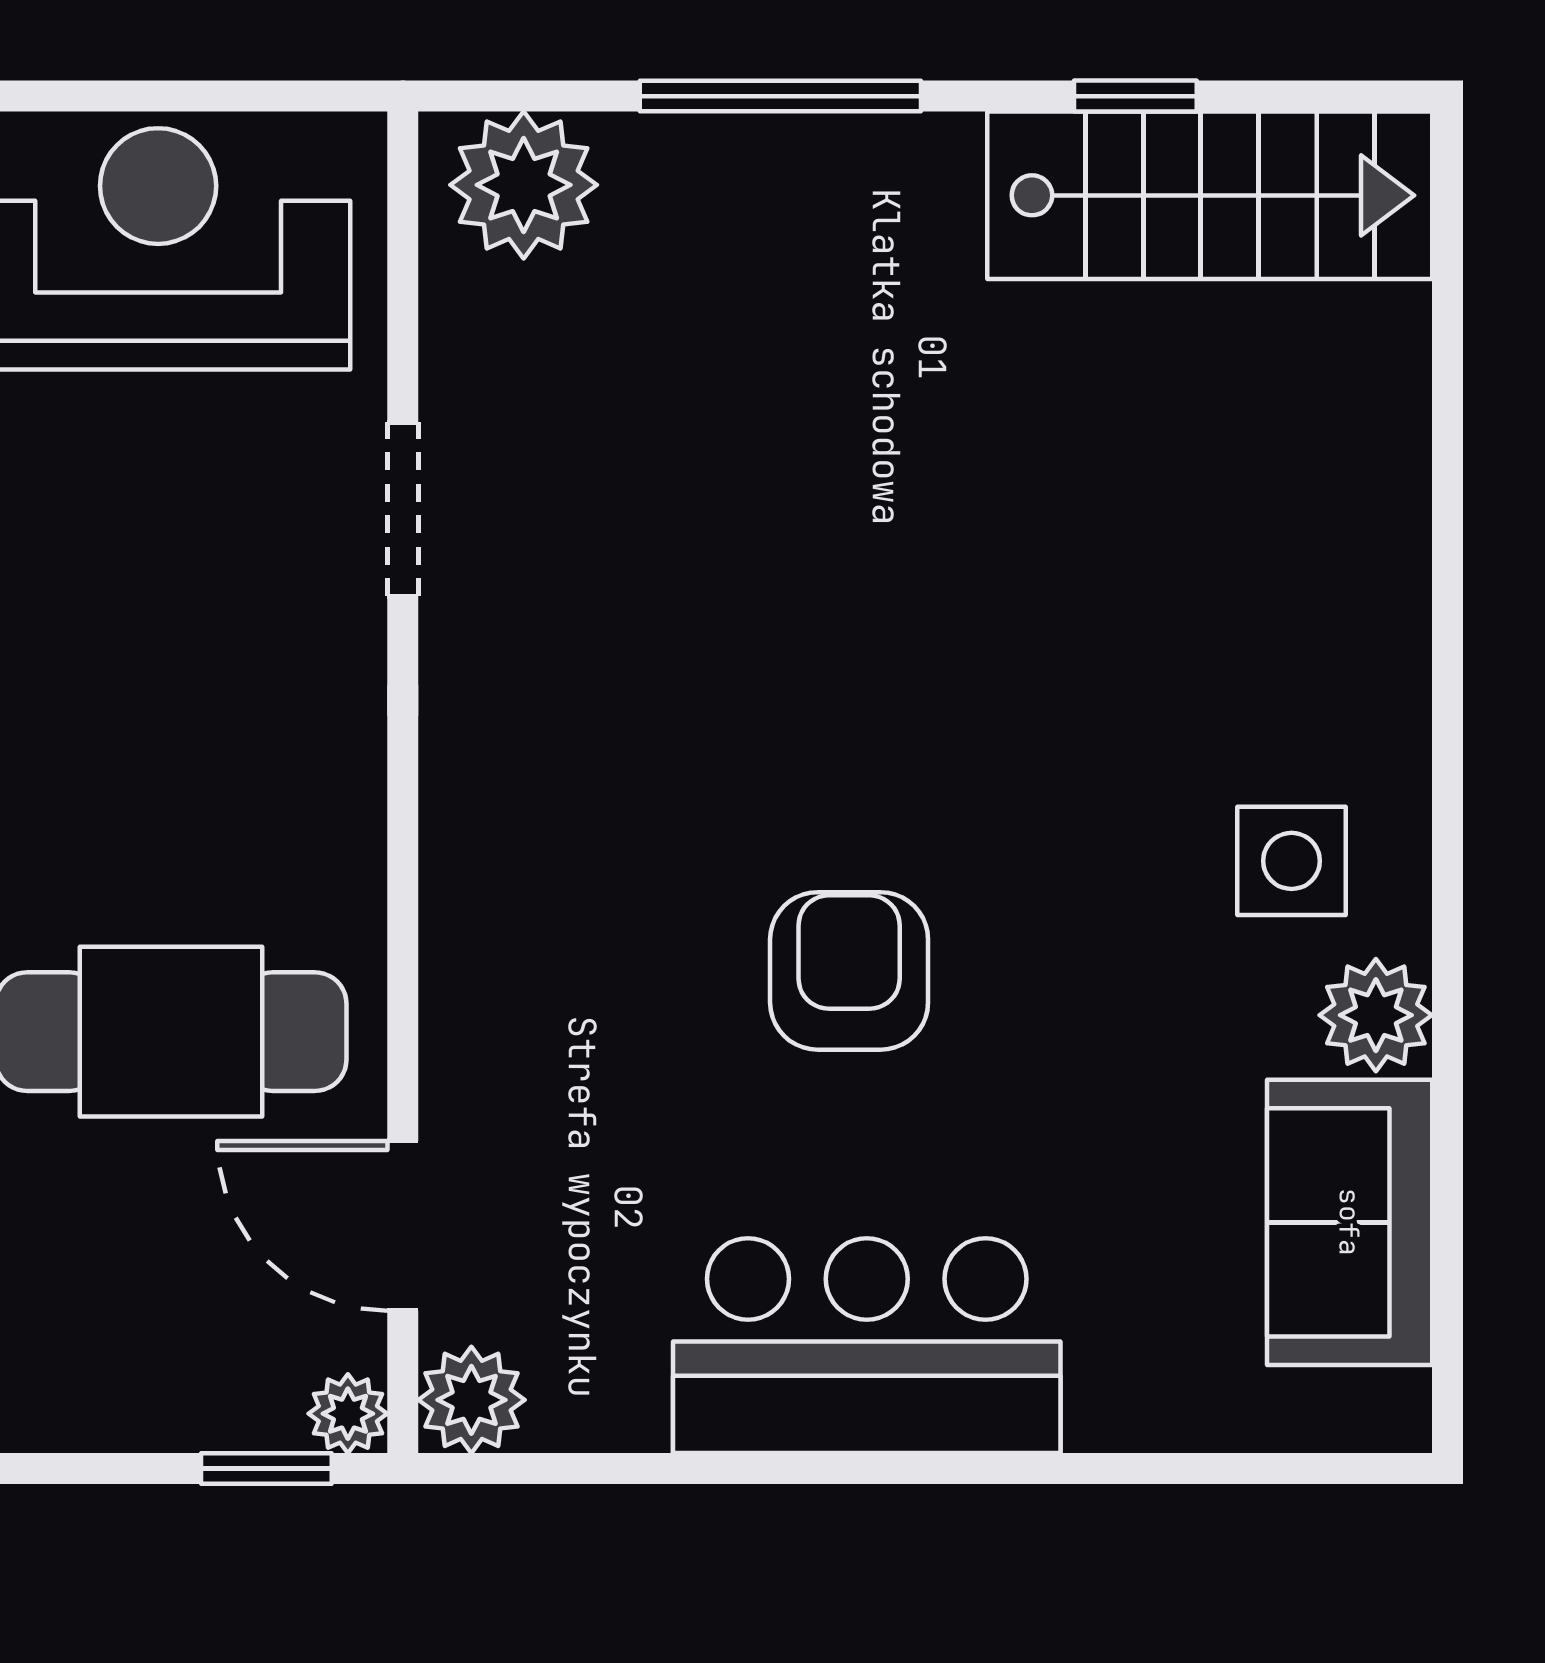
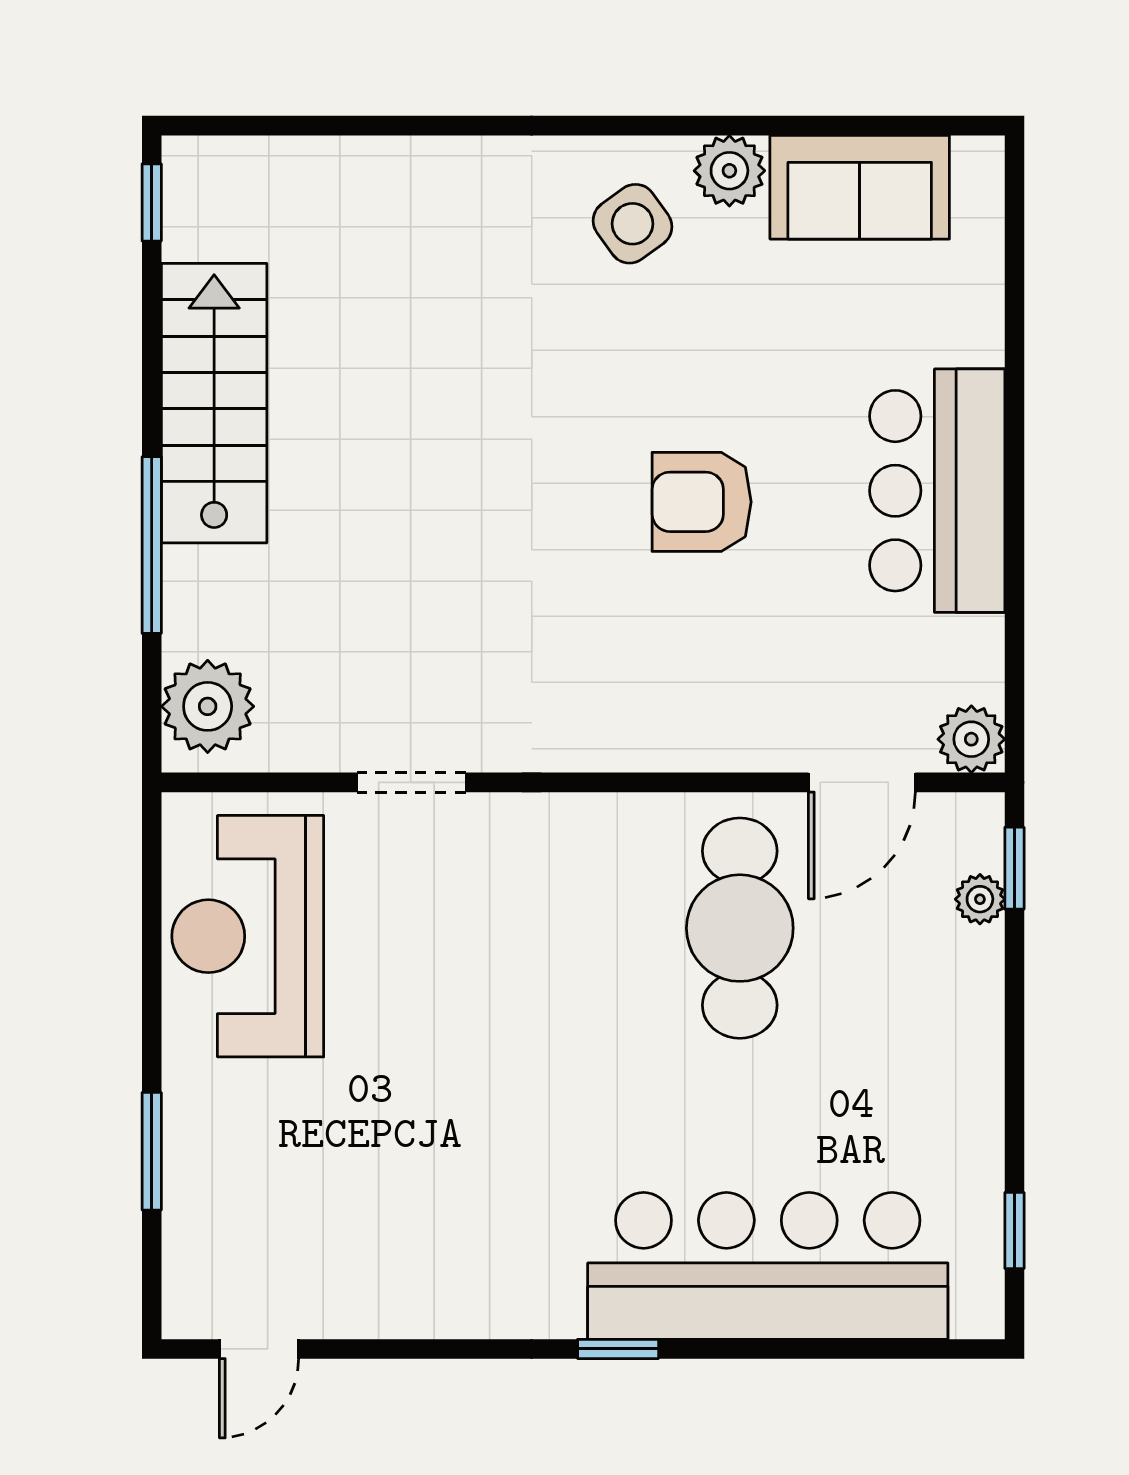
window: (1135, 96) -> (152, 202), moved
stairs: (1210, 195) -> (214, 403), moved
side table: (1292, 861) -> (632, 224), turned -36
plant: (348, 1414) -> (980, 899), moved

